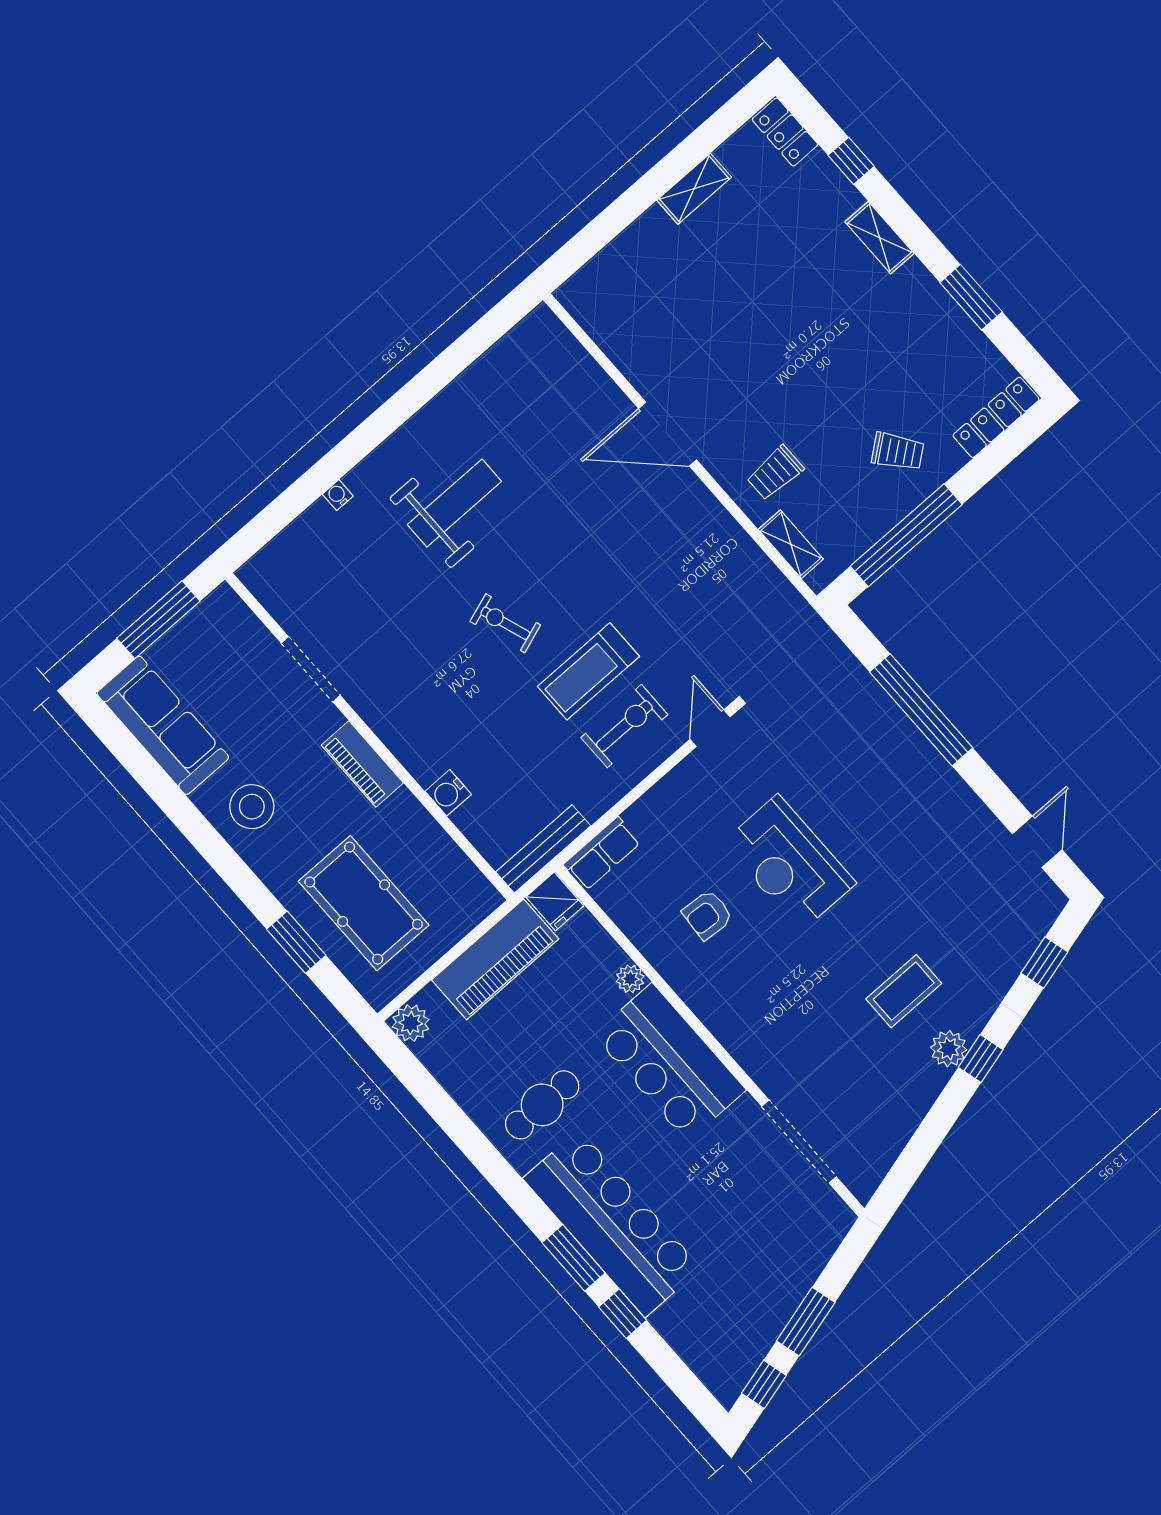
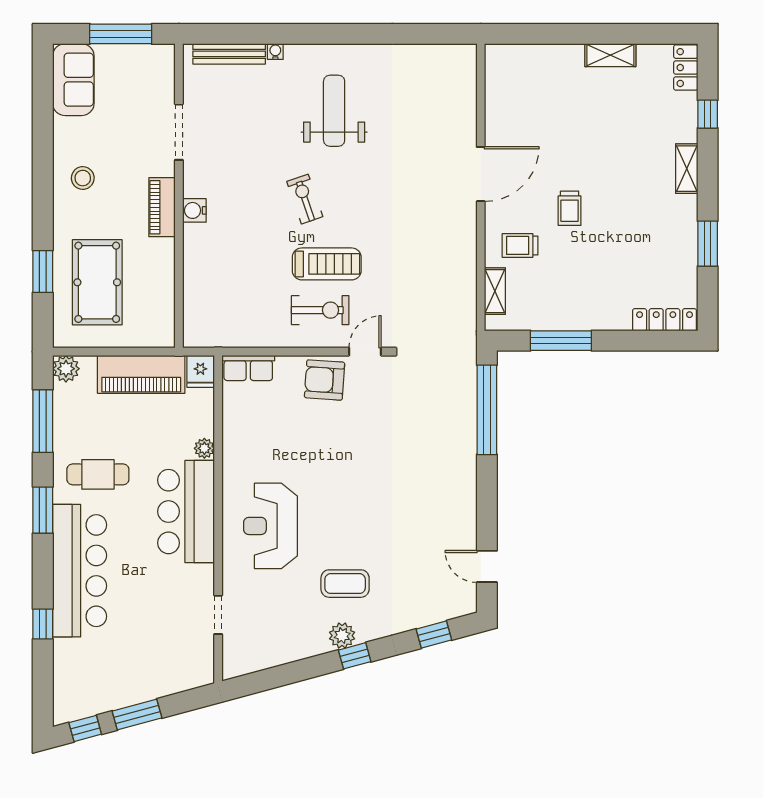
door: (668, 434) -> (481, 174), swing flipped
trolley: (898, 451) -> (570, 208), moved, turned 38
weight bench: (454, 503) -> (334, 111), turned -90
window: (906, 535) -> (561, 341), width x0.68
treadmill: (588, 671) -> (327, 264), turned 180
window: (921, 710) -> (487, 410), moved
sofa: (163, 725) -> (73, 80), width x0.73
water cooler: (448, 793) -> (194, 210), moved
stool: (252, 807) -> (83, 178), width x0.73, depth x0.73
door: (1037, 842) -> (487, 566), swing flipped
bench: (543, 849) -> (229, 54), moved
reception desk: (789, 863) -> (271, 526), moved
armchair: (708, 915) -> (325, 380), moved, width x1.38, depth x1.38
window: (435, 1100) -> (43, 421), added
doorway: (799, 1142) -> (218, 615), width x0.53
window: (574, 1258) -> (43, 510), moved

